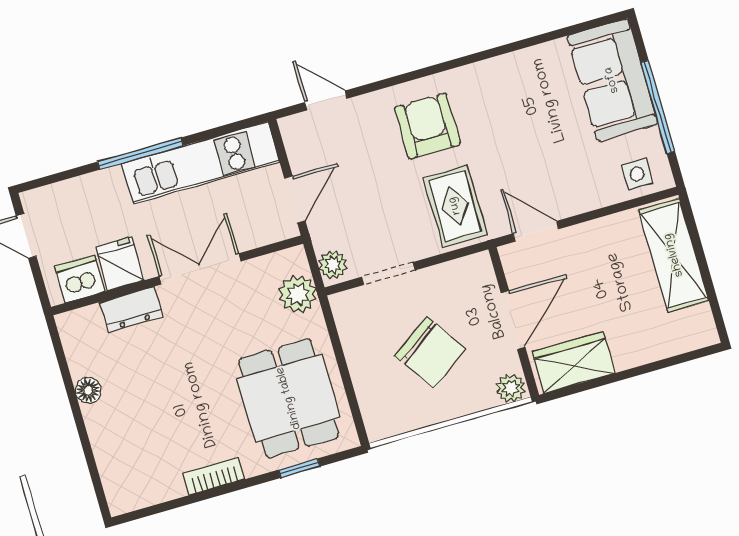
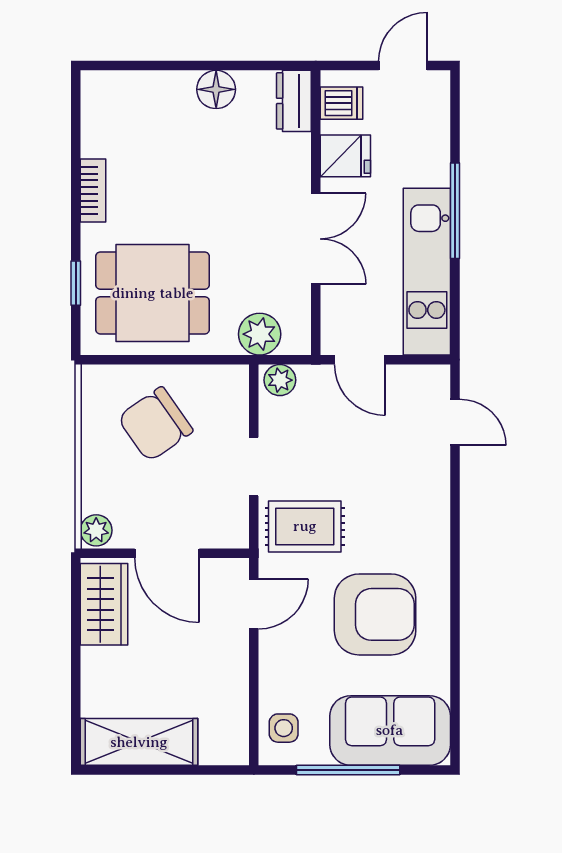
door: (326, 100) -> (455, 422), hinge flipped
armchair: (427, 126) -> (375, 614), moved, width x1.36, depth x1.36
shelving: (674, 255) -> (139, 742), moved
doorway: (388, 274) -> (254, 467), moved
dishwasher: (80, 279) -> (341, 103), width x0.73
dresser: (131, 309) -> (294, 101), moved
chair: (430, 352) -> (155, 424), moved
floor lamp: (88, 390) -> (216, 89), width x1.37, depth x1.37

